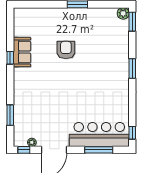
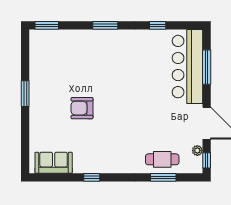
plant: (123, 13) -> (37, 37), removed
sofa: (22, 52) -> (54, 163), moved
cafe table: (25, 114) -> (162, 159), added
window: (132, 133) -> (158, 25), moved

